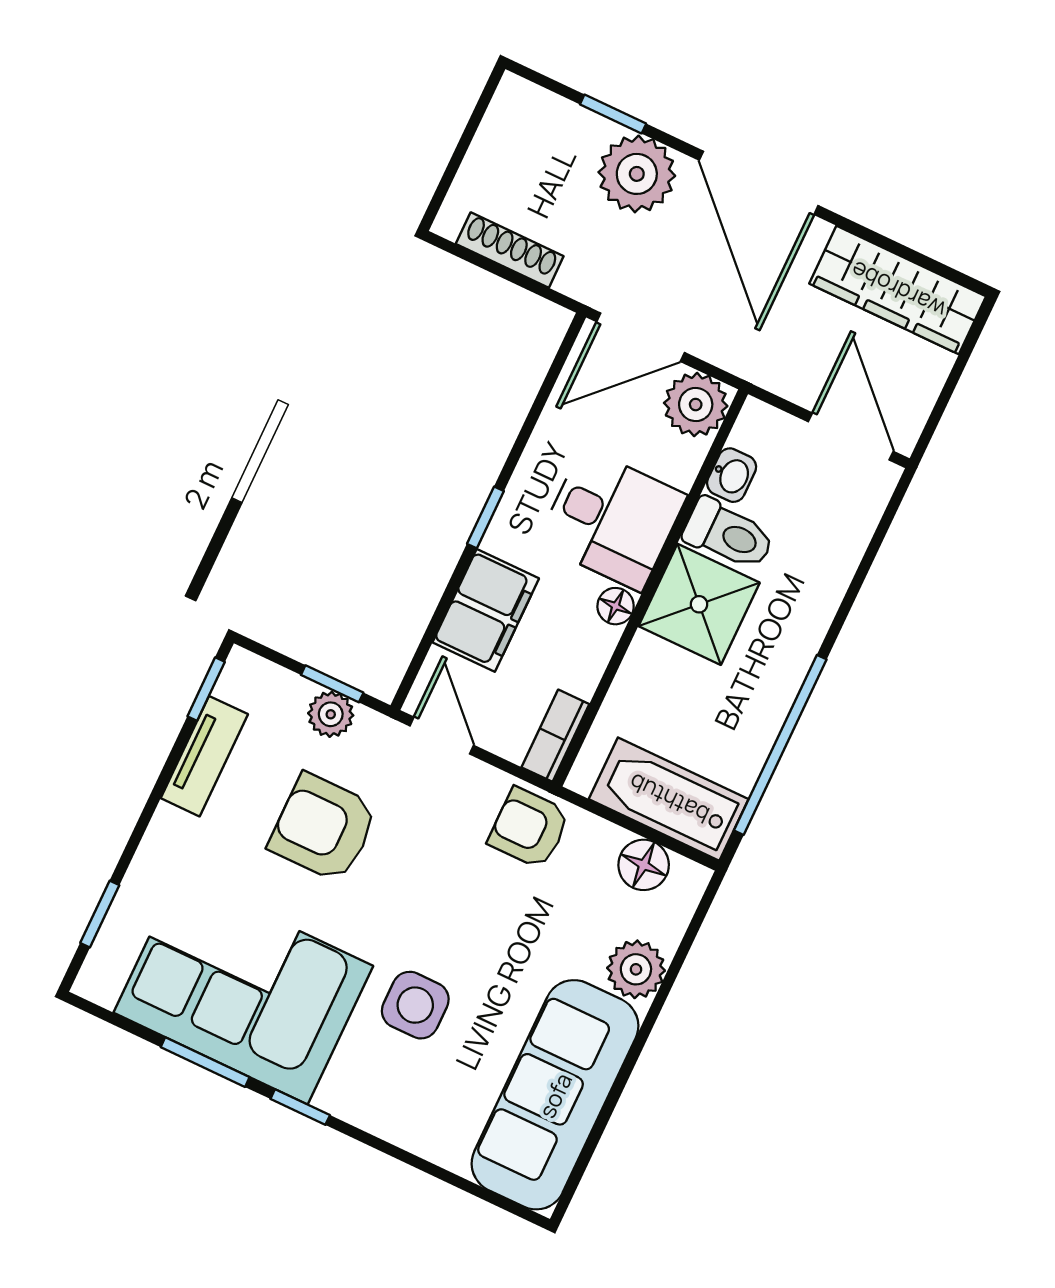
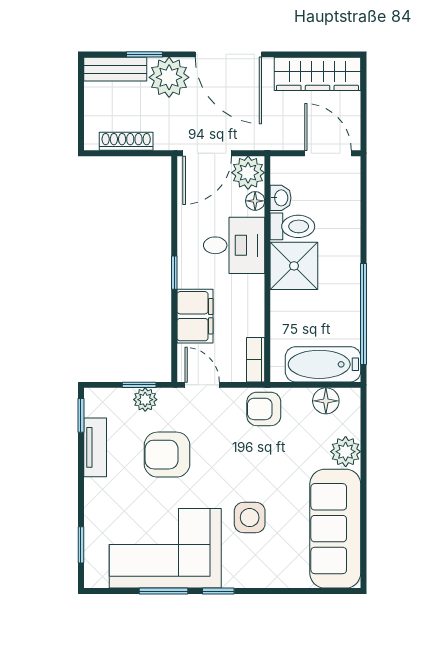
bench: (550, 116) -> (115, 69), added
floor lamp: (616, 606) -> (255, 201), moved

